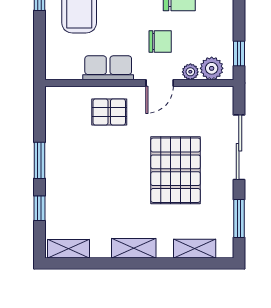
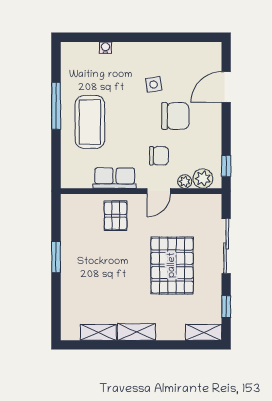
pallet: (109, 112) -> (116, 216), turned 90
window: (39, 208) -> (56, 298), removed
window: (239, 219) -> (226, 307), width x0.67
shelving: (68, 249) -> (98, 332), moved
shelving: (195, 249) -> (204, 332), moved

